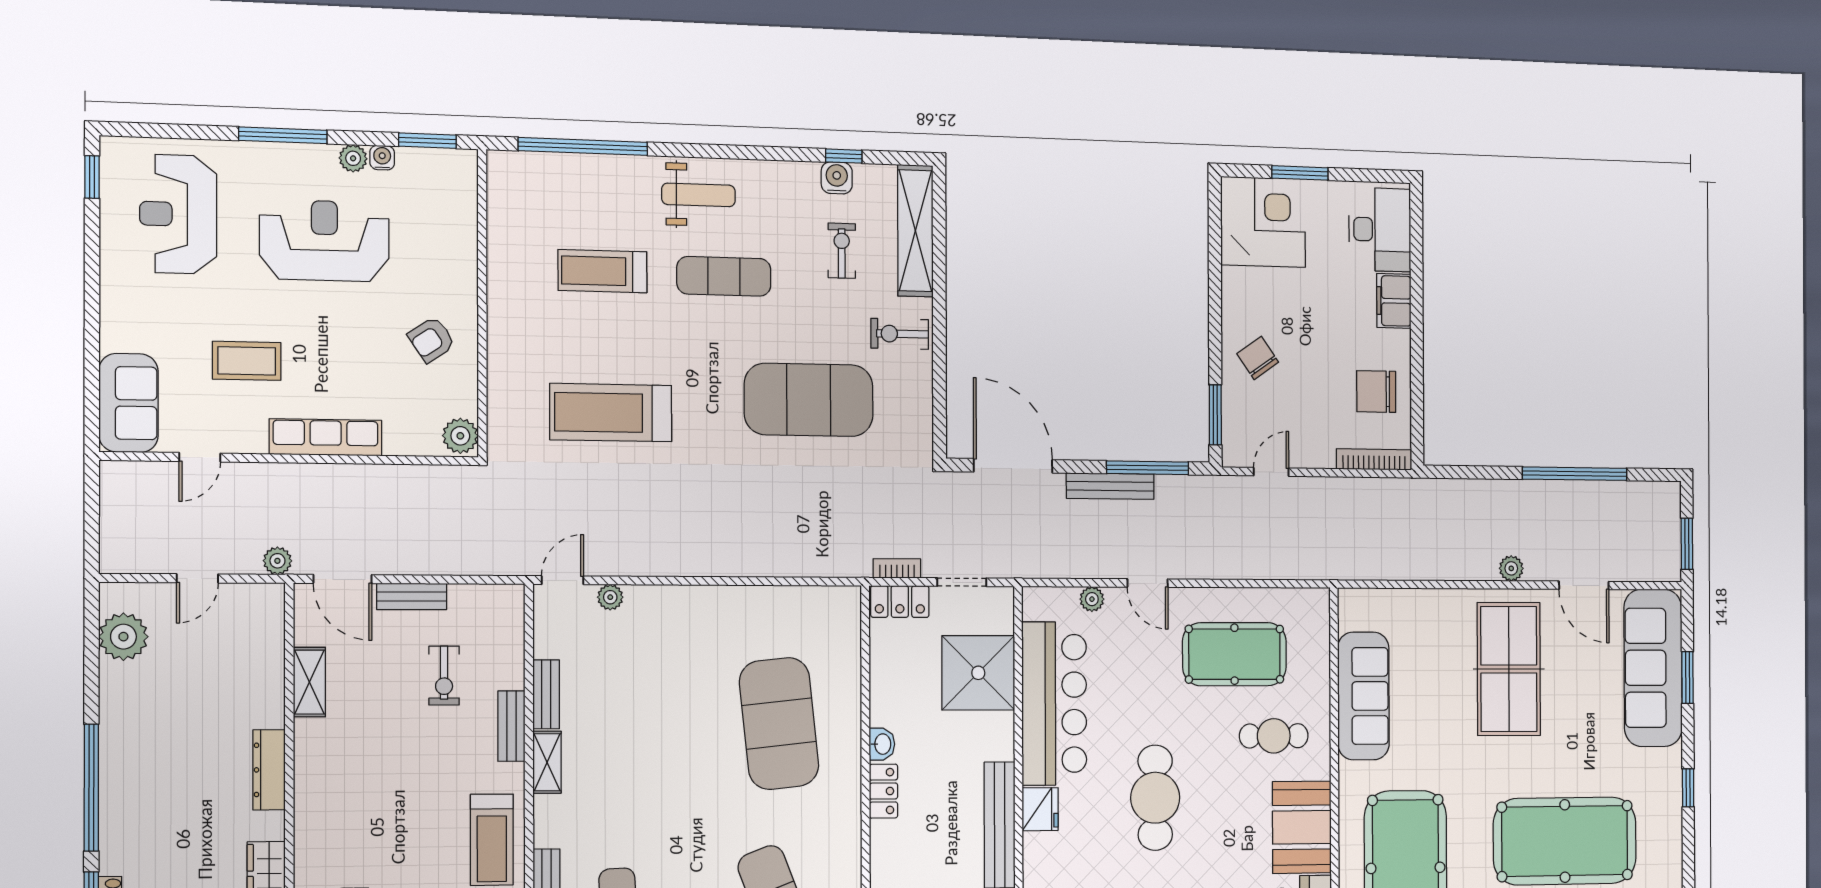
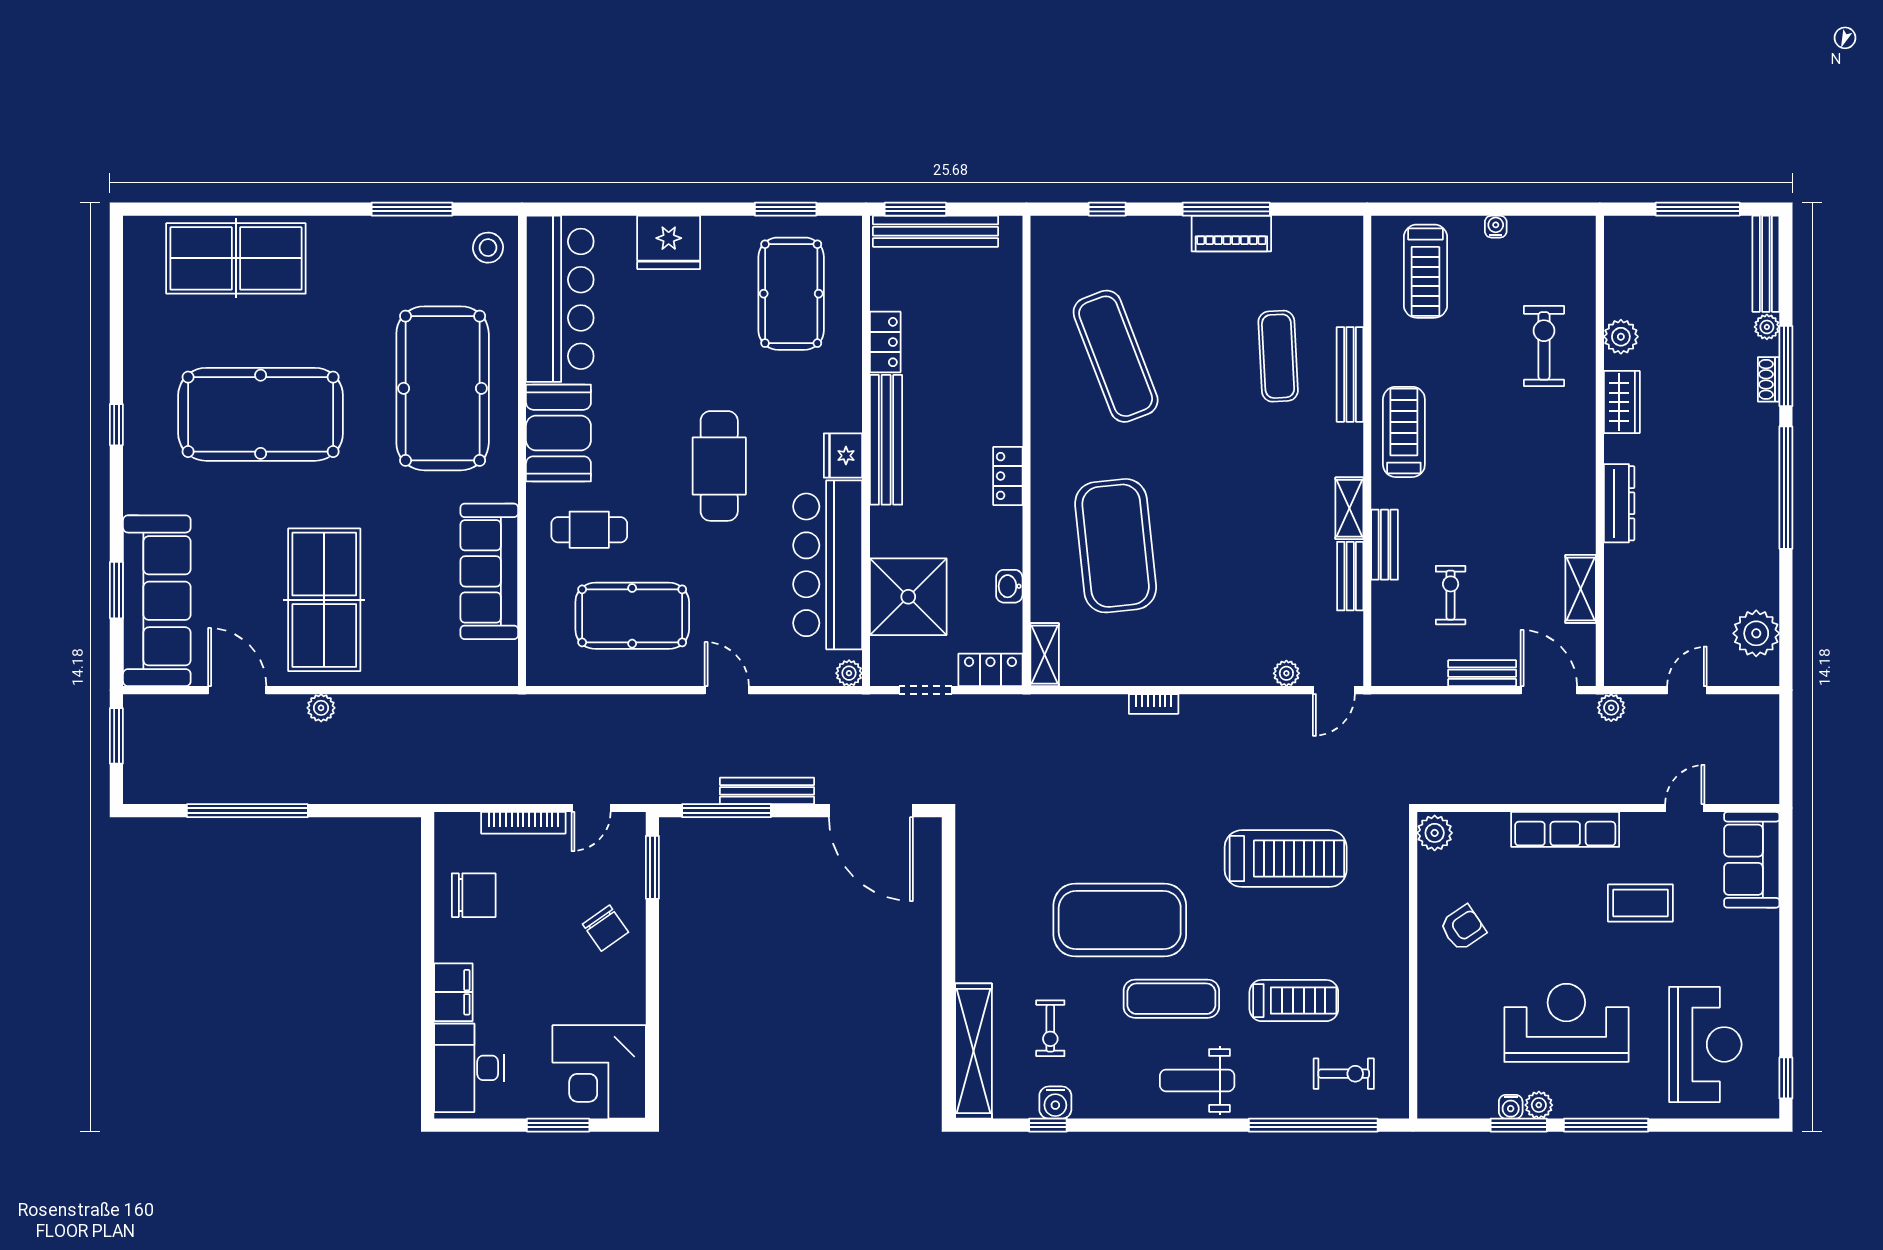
window: (427, 141) -> (1519, 1125), moved
reception desk: (324, 241) -> (1566, 1023), turned 180
exercise bike: (900, 334) -> (1344, 1074), moved
exercise mat: (809, 400) -> (1120, 920), moved
bookcase: (1374, 459) -> (523, 823), moved
bookcase: (897, 568) -> (1154, 704), moved
plant: (1092, 599) -> (849, 673), moved
shelving: (848, 616) -> (1045, 655), added
washbasin: (882, 744) -> (1009, 586), moved
window: (1688, 788) -> (116, 425), moved

